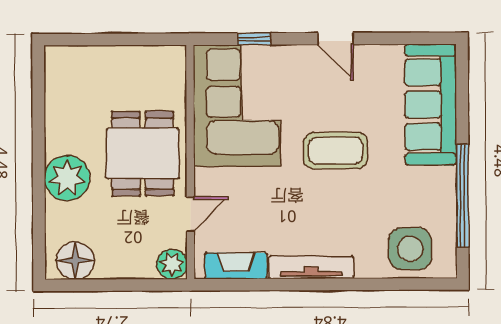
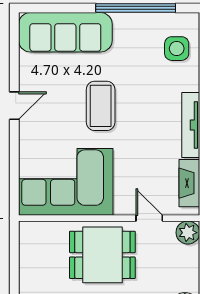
window: (254, 39) -> (14, 168), removed
side table: (410, 249) -> (177, 49), width x0.73, depth x0.73

